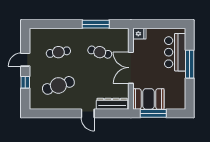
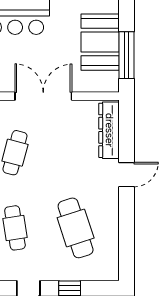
double door: (131, 68) -> (43, 96), swing flipped
booth: (148, 99) -> (100, 42), moved

